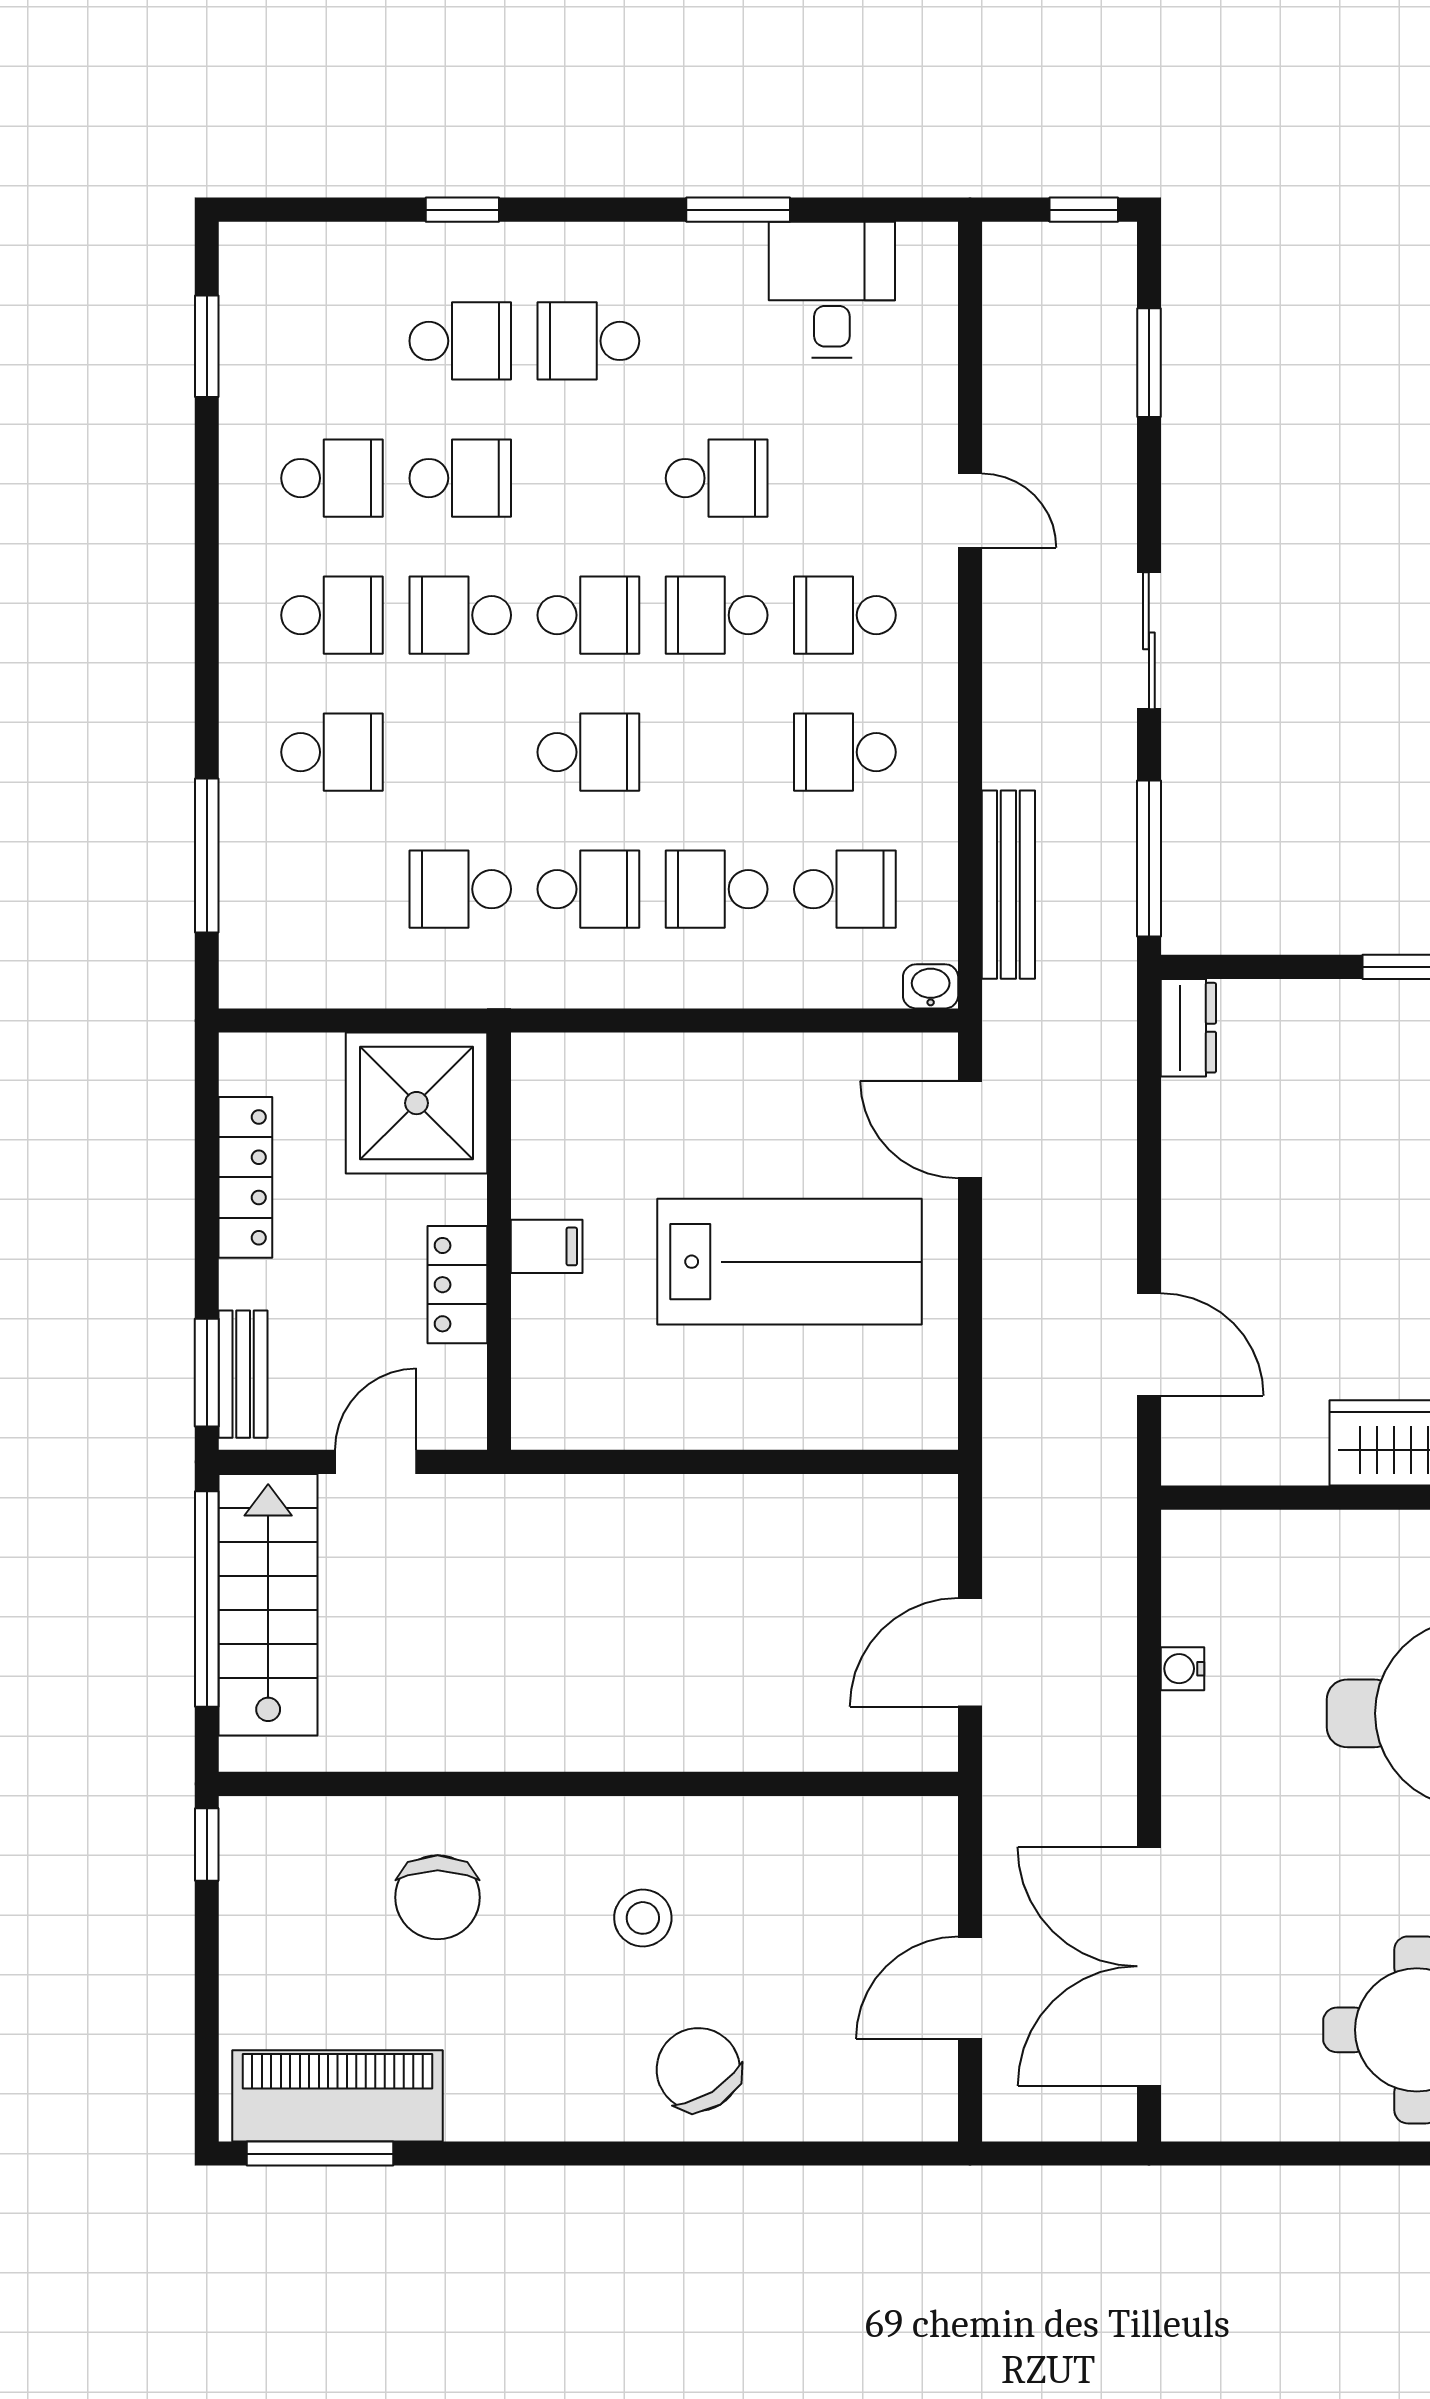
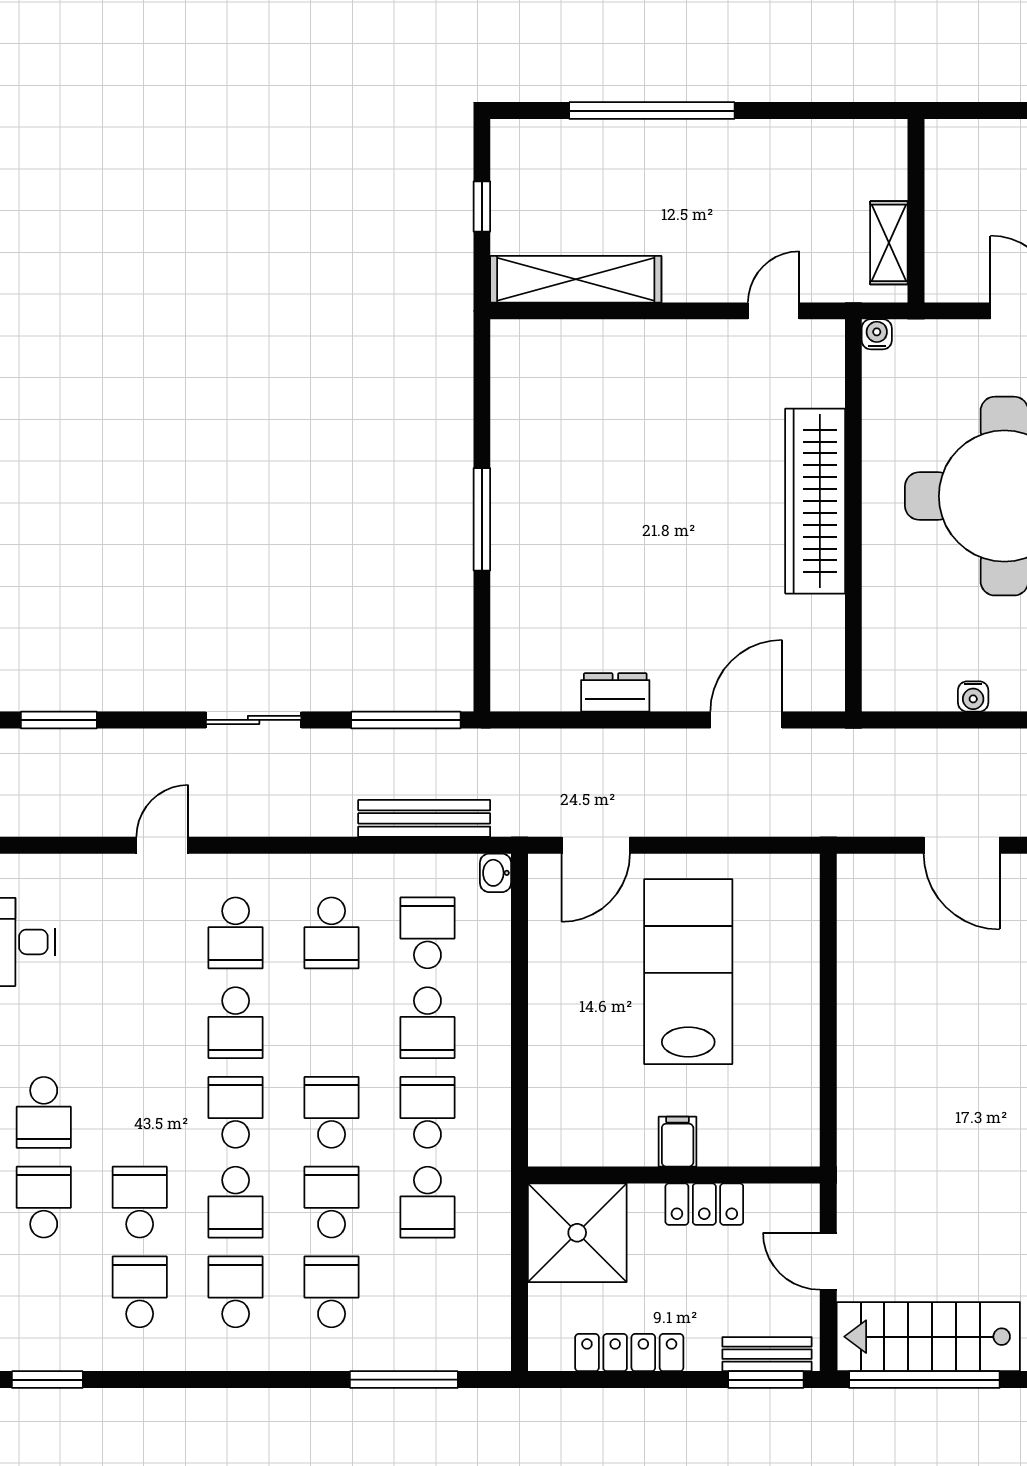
school desk: (717, 478) -> (332, 1202), moved
dresser: (1188, 1028) -> (615, 692), moved

